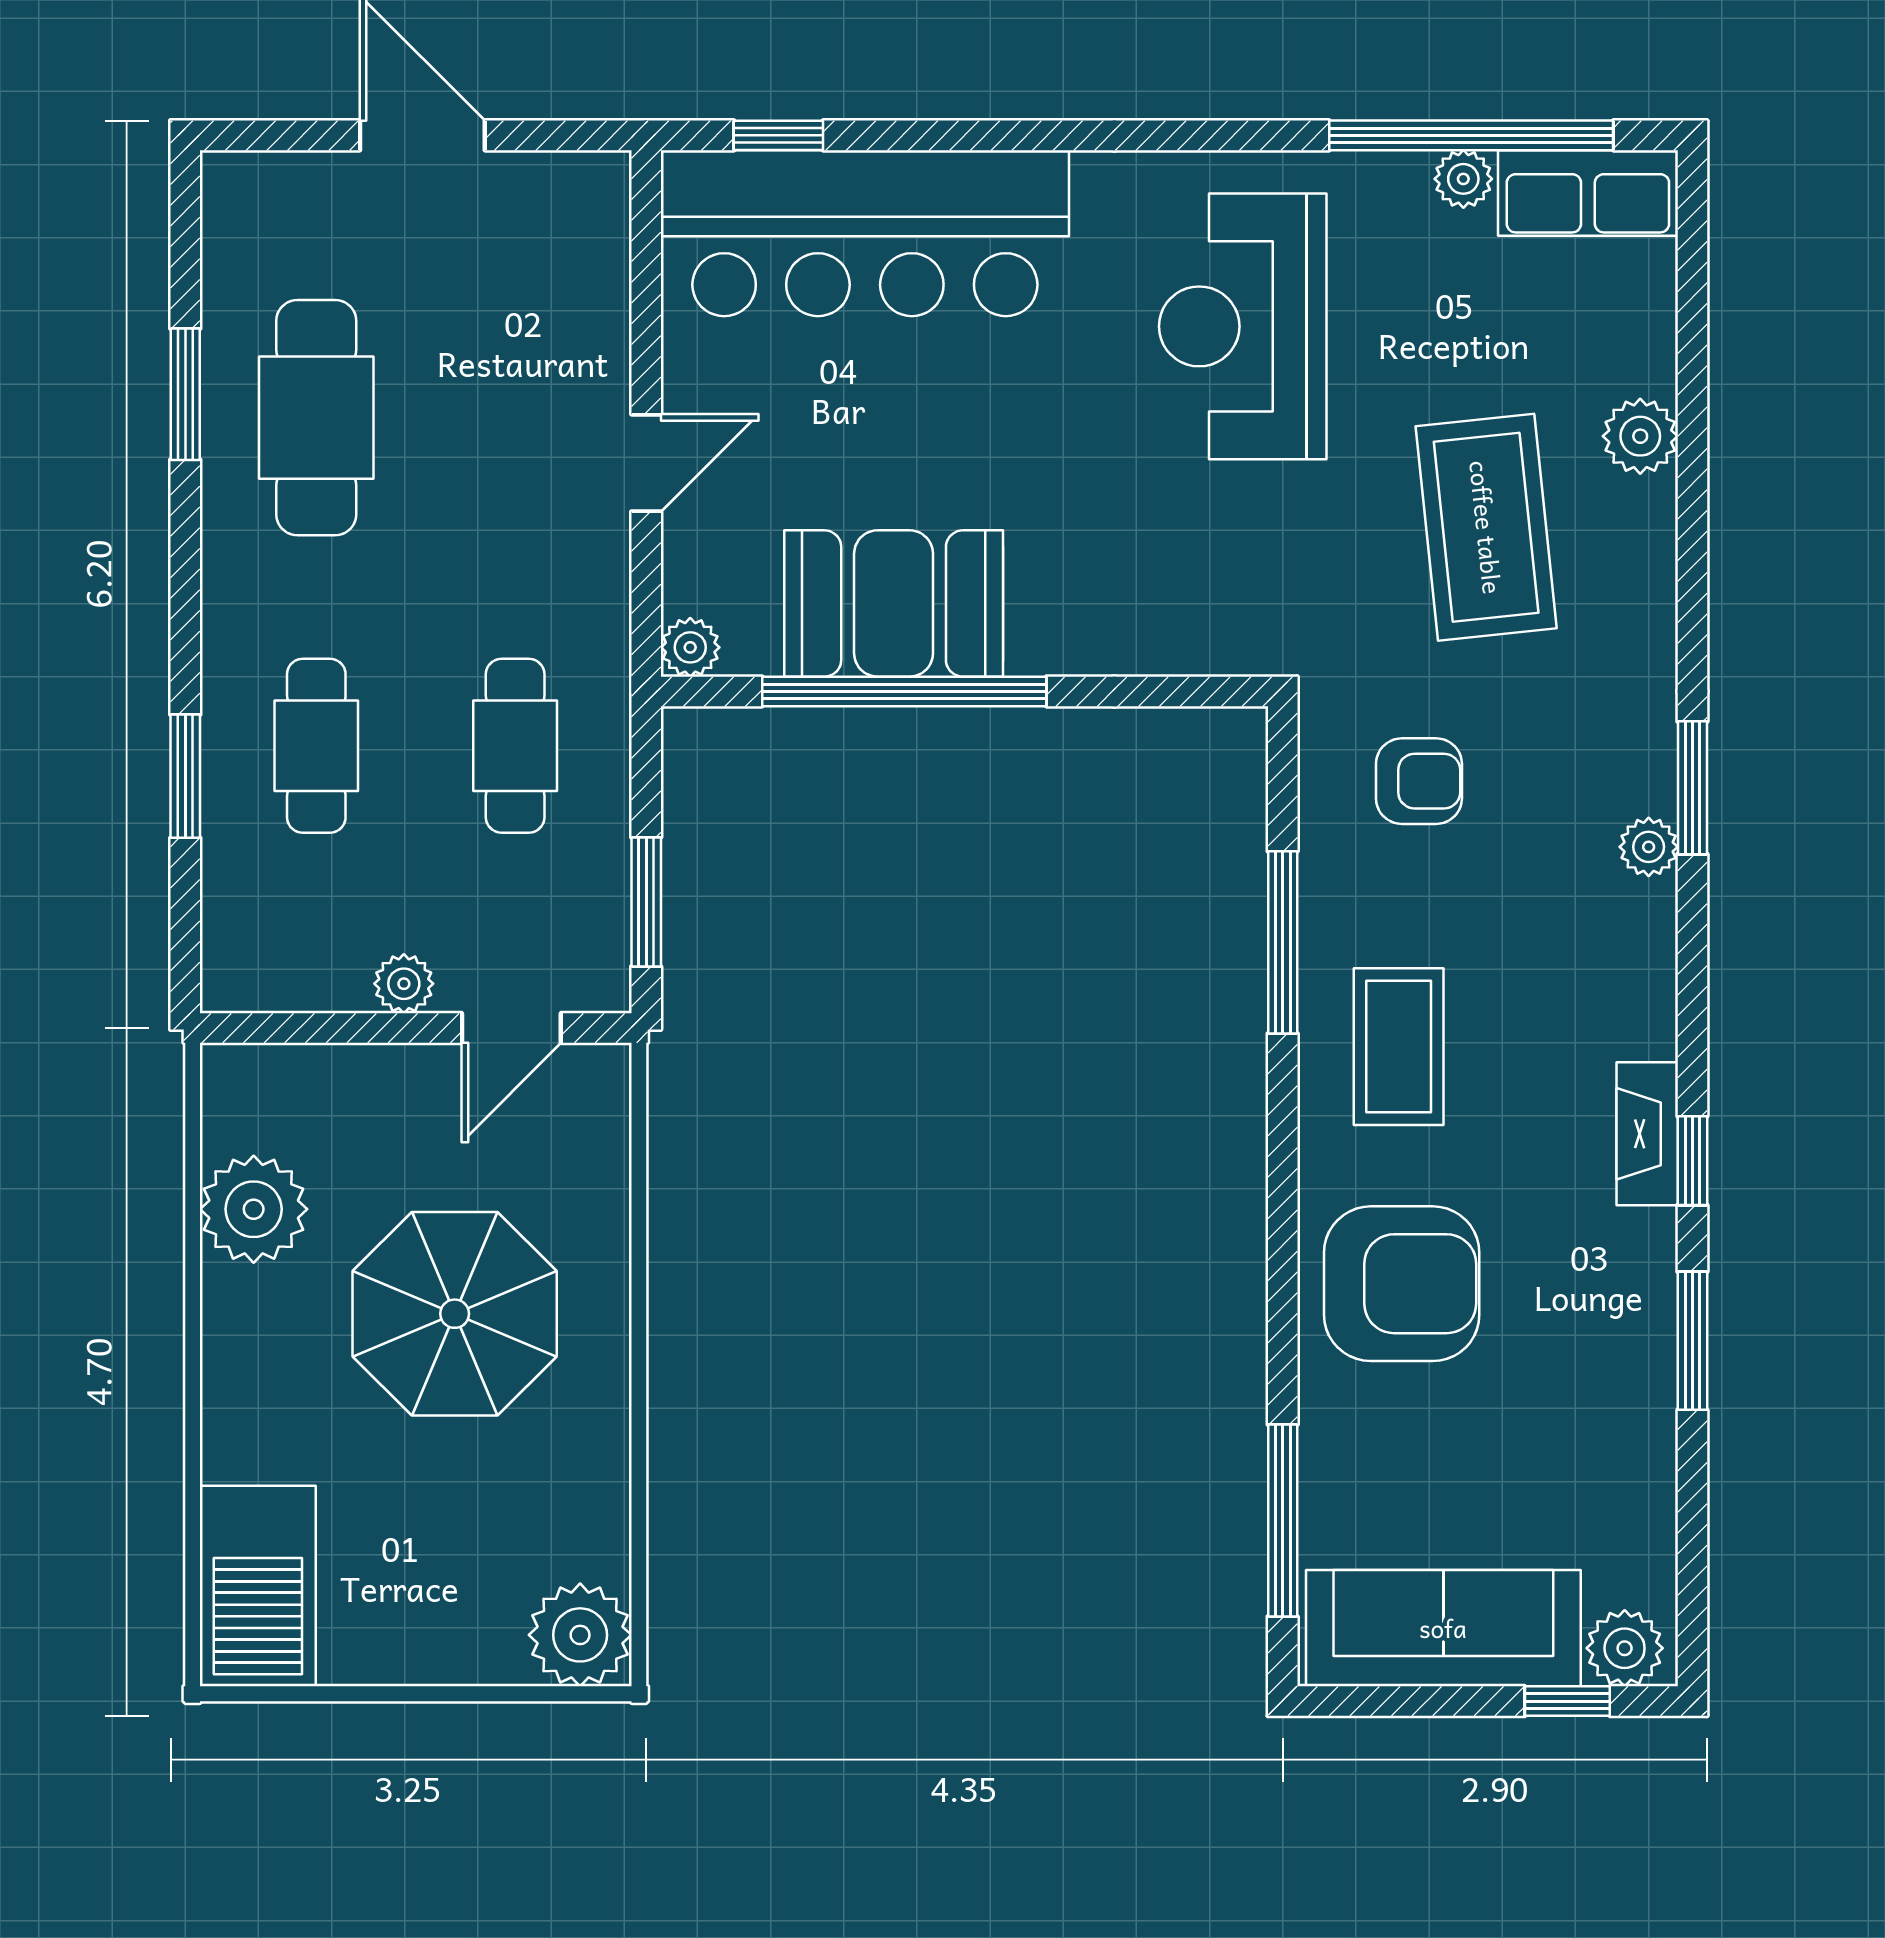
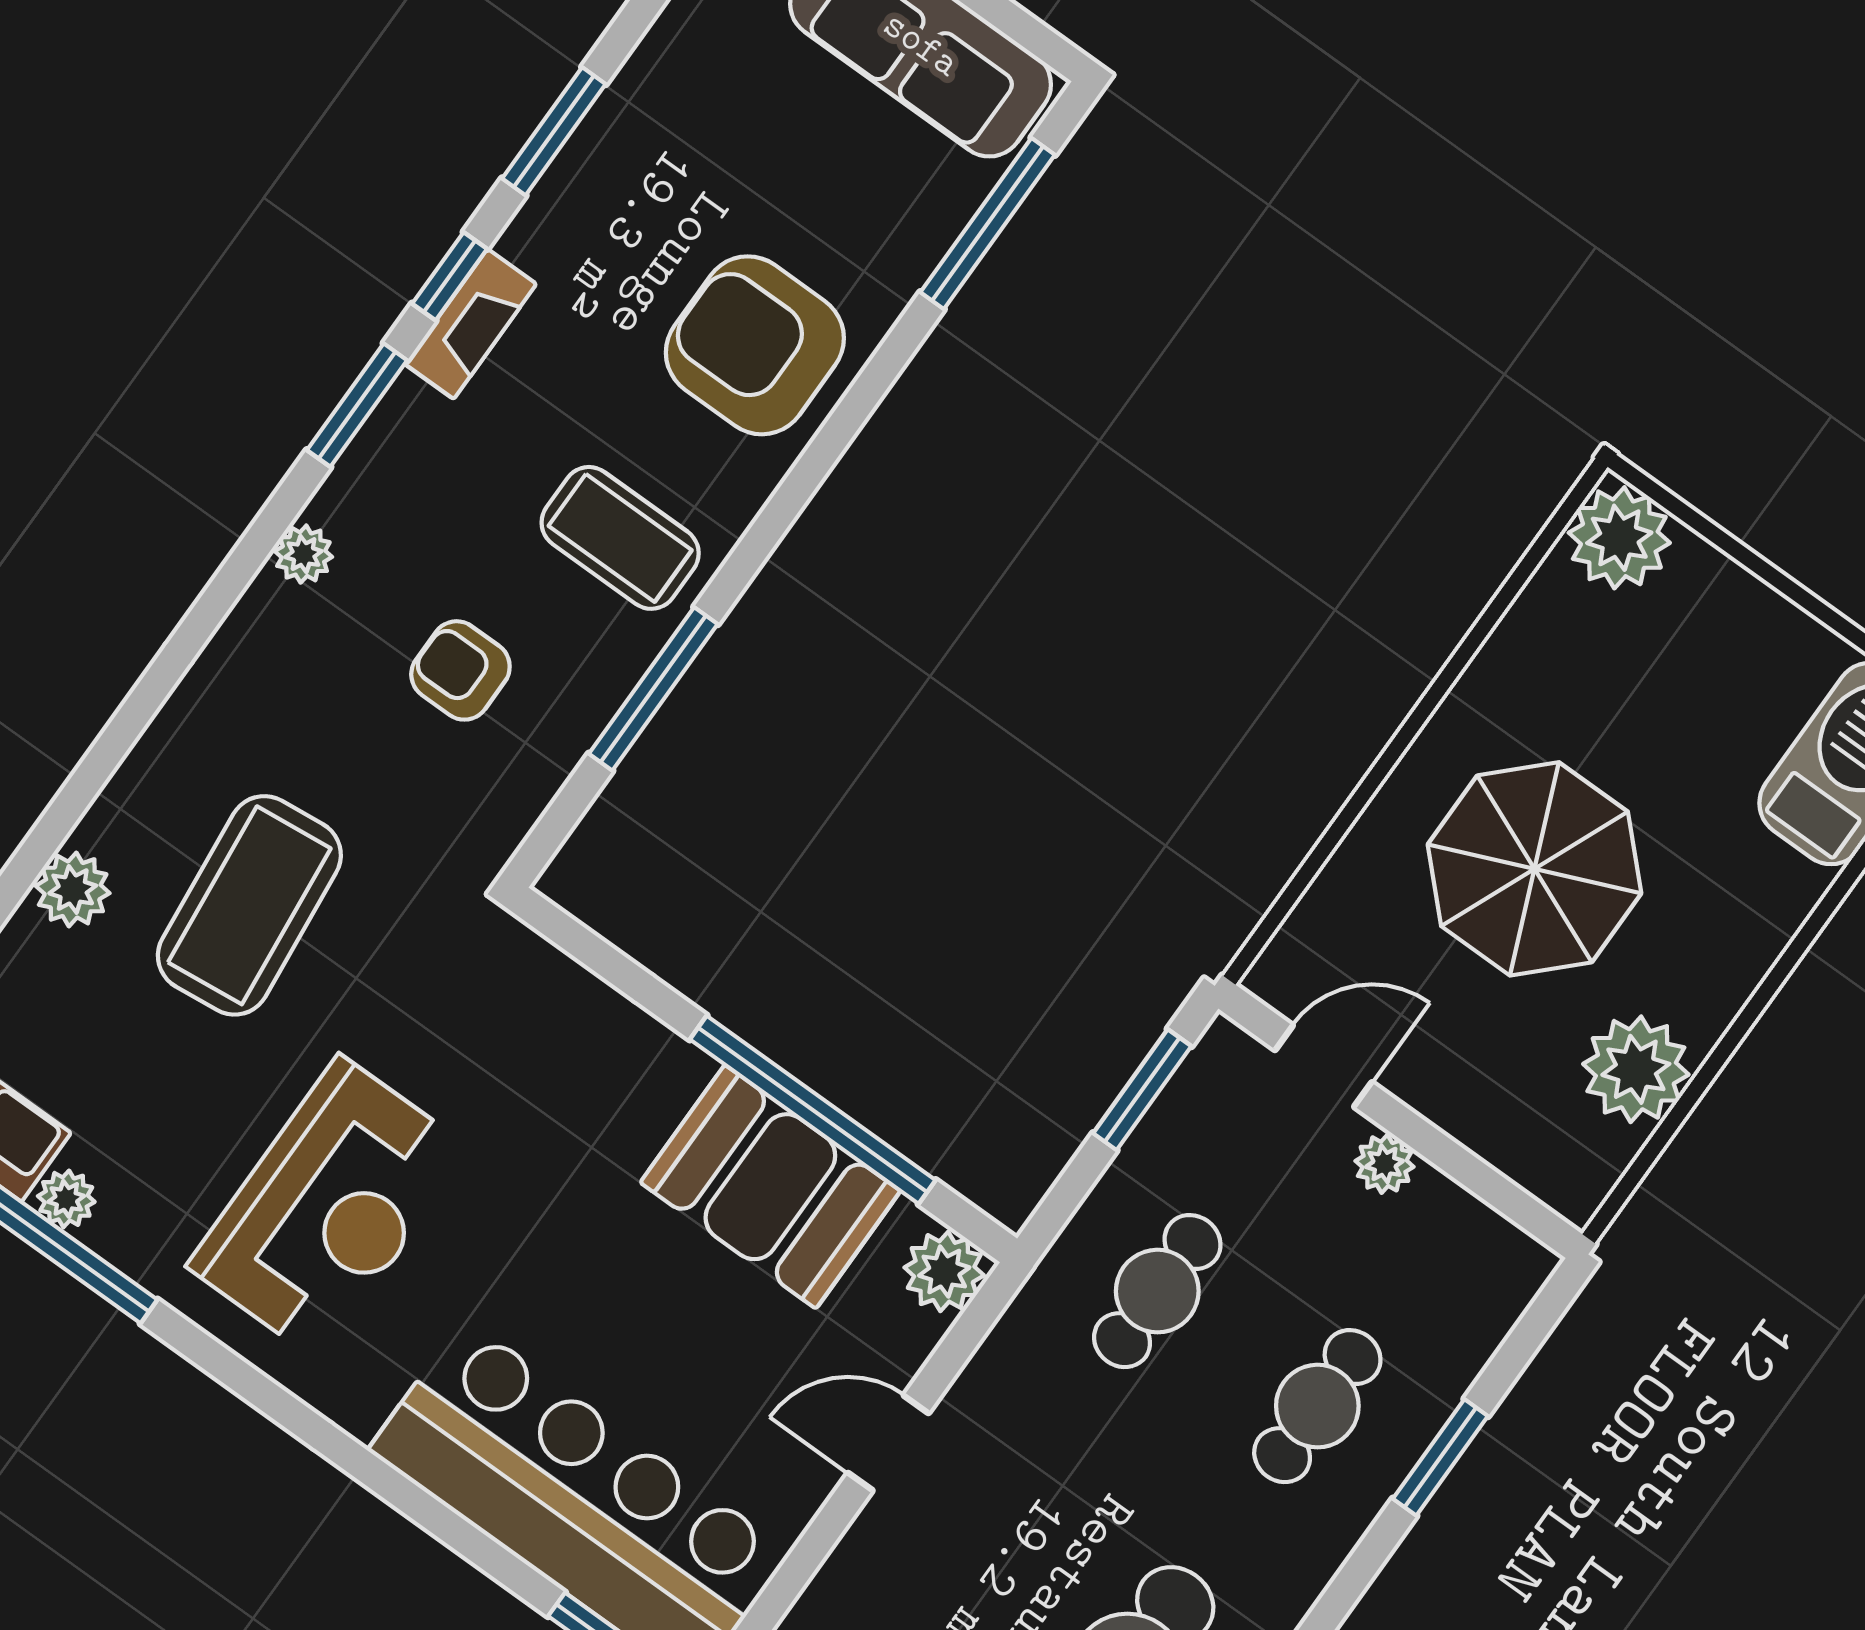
plant: (690, 647) -> (944, 1271), width x1.38, depth x1.38
armchair: (1419, 781) -> (460, 670), moved
window: (1692, 788) -> (357, 405), moved
coffee table: (1399, 1047) -> (620, 538), turned 90

